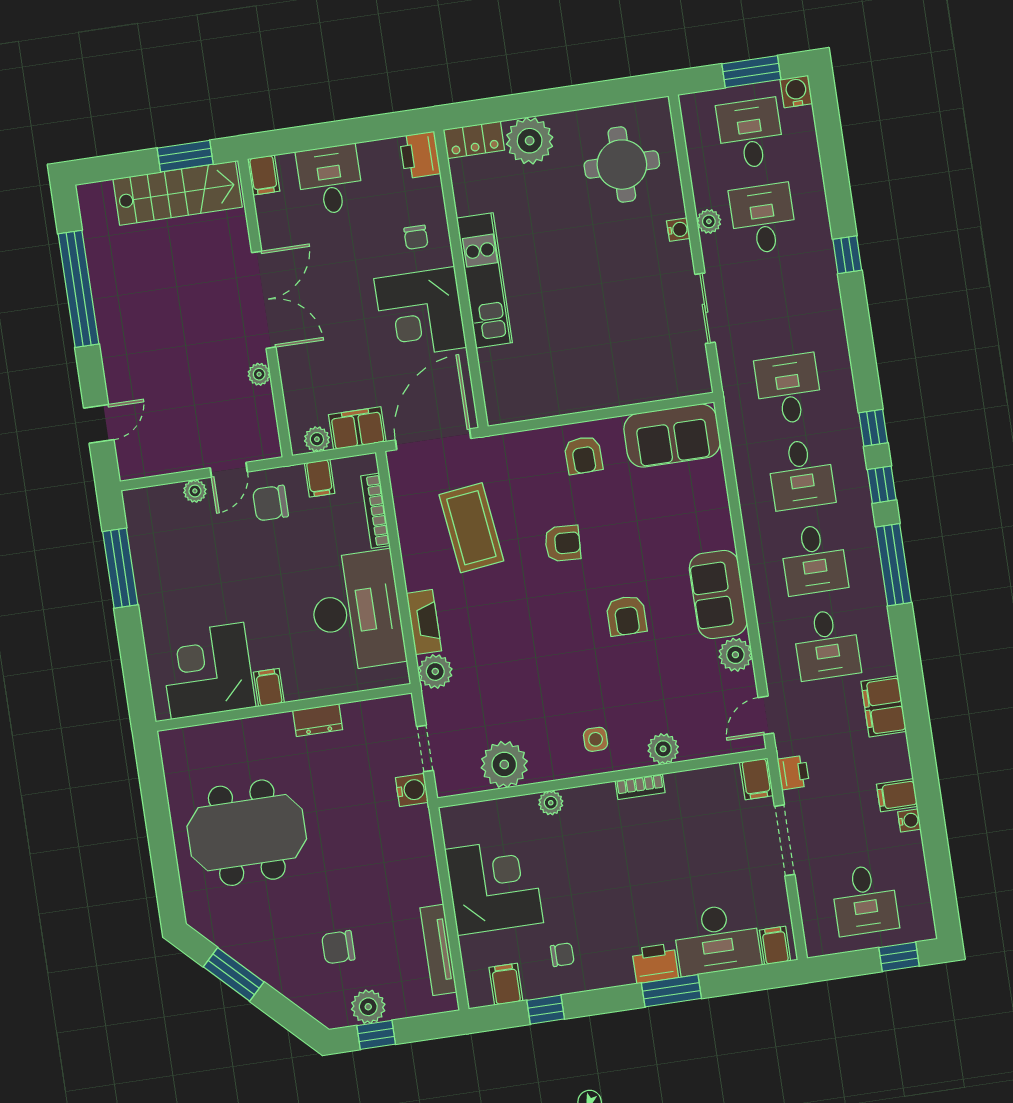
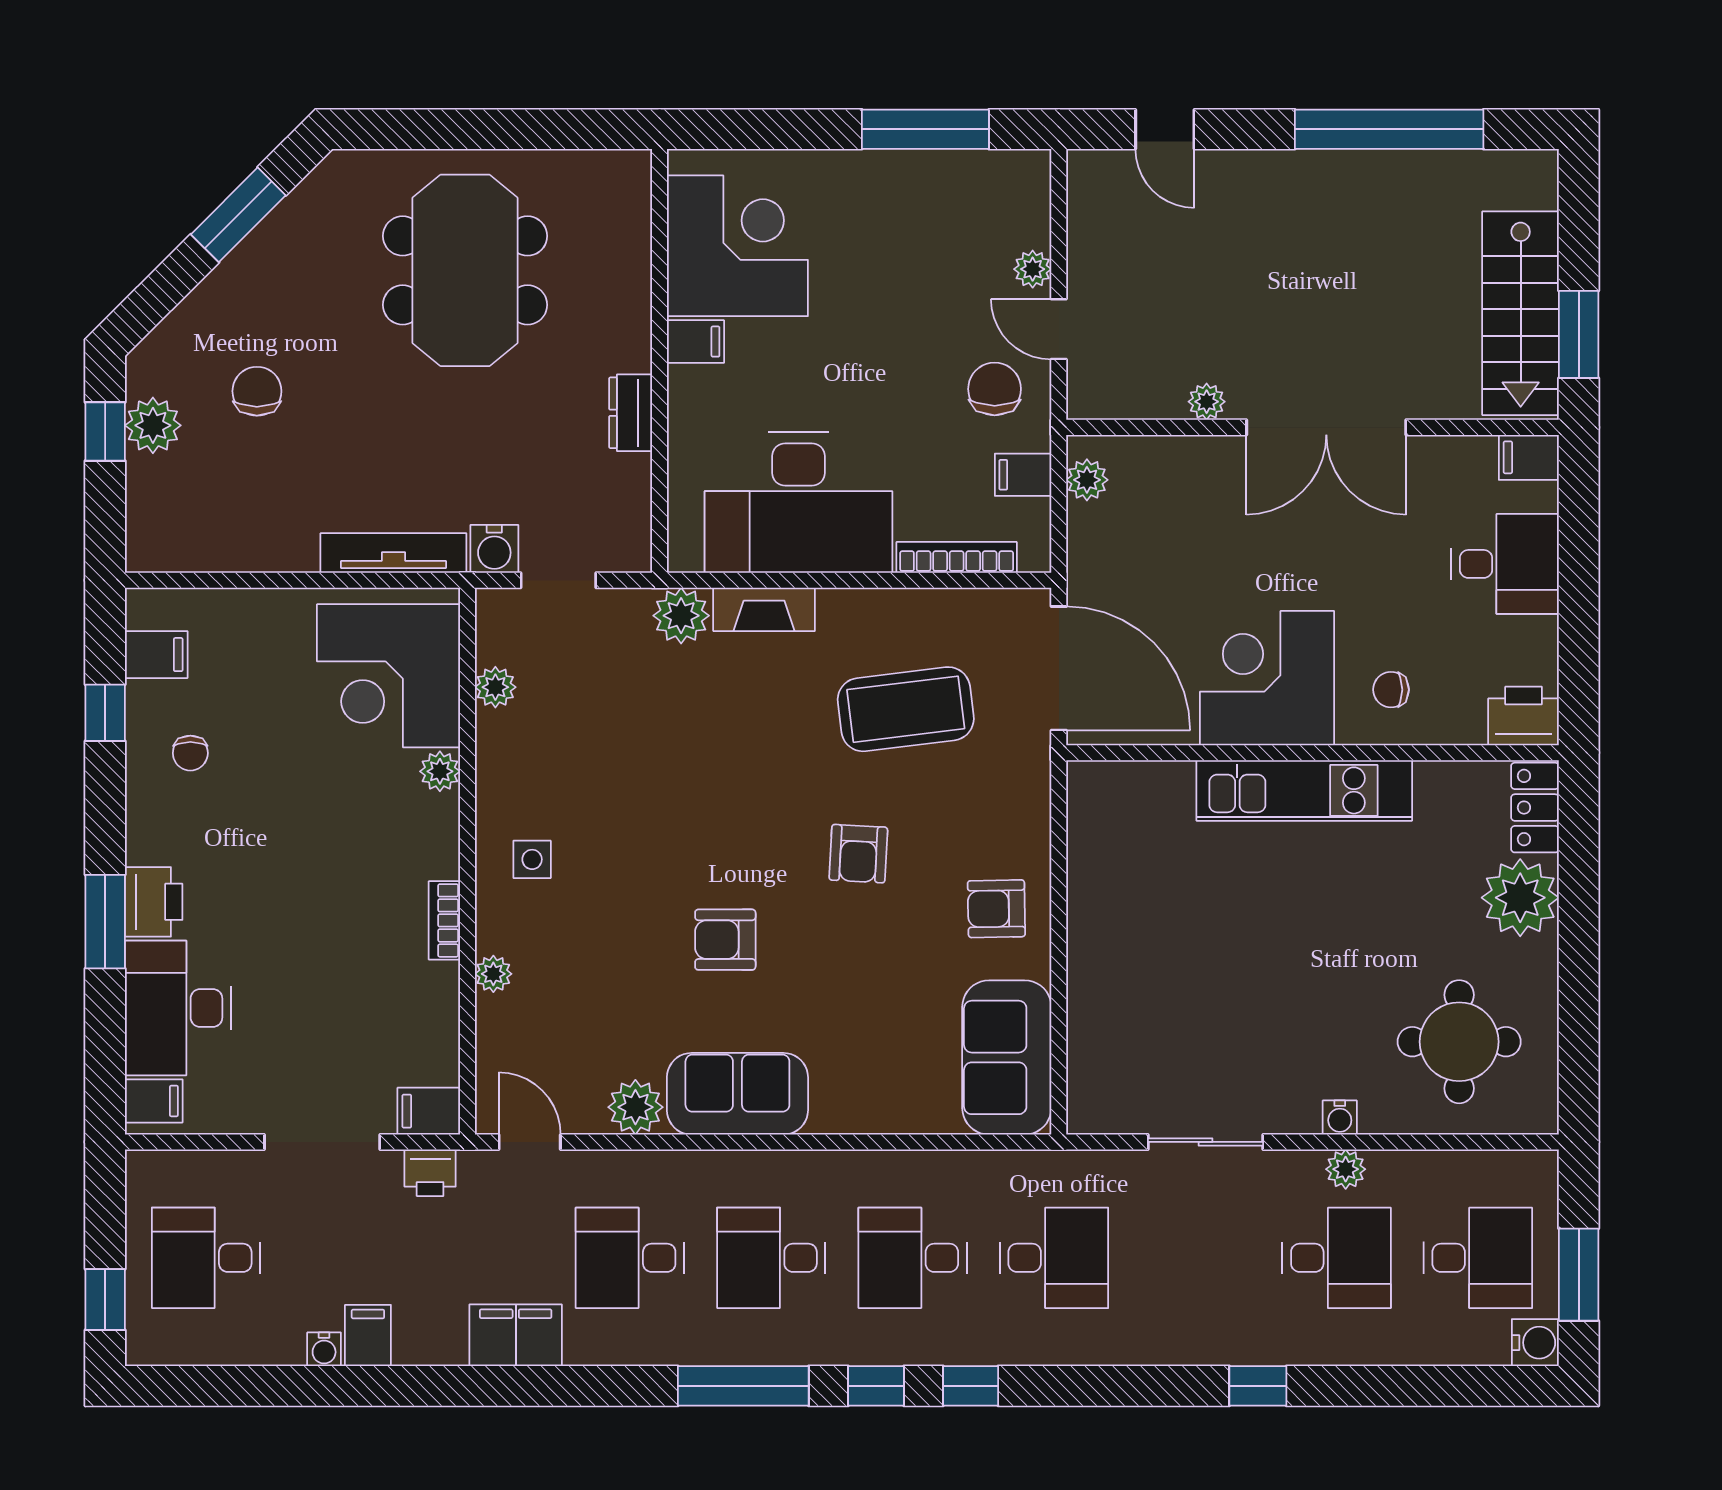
filing cabinet: (357, 428) -> (1095, 548), removed
plant: (663, 749) -> (493, 974), width x0.73, depth x0.73
plant: (504, 764) -> (495, 687), width x0.53, depth x0.53
corner desk: (494, 886) -> (388, 676), moved, turned 90
tv unit: (438, 950) -> (393, 553), moved

